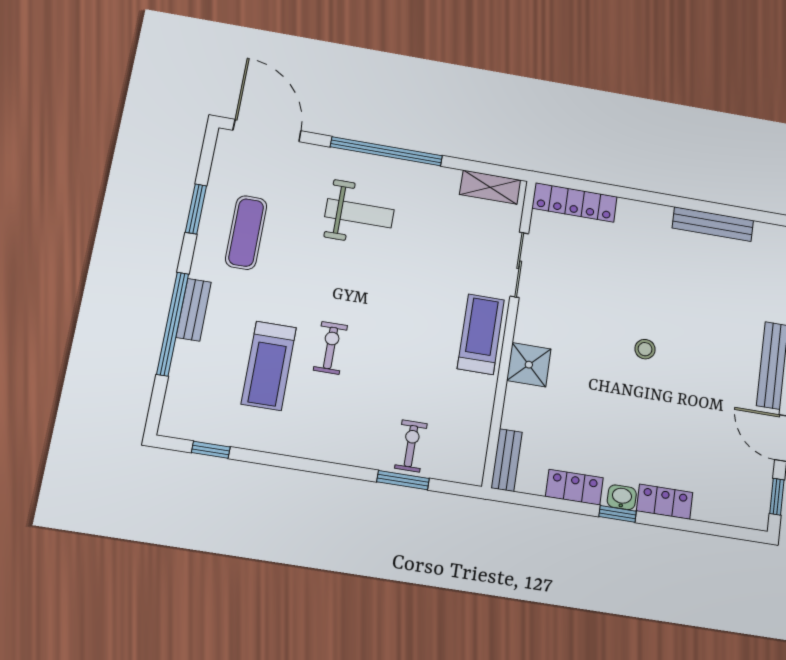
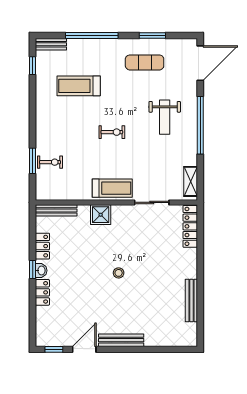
bench: (194, 310) -> (51, 44), moved
exercise bike: (330, 348) -> (112, 132), moved
bench: (507, 460) -> (56, 210), width x1.36

